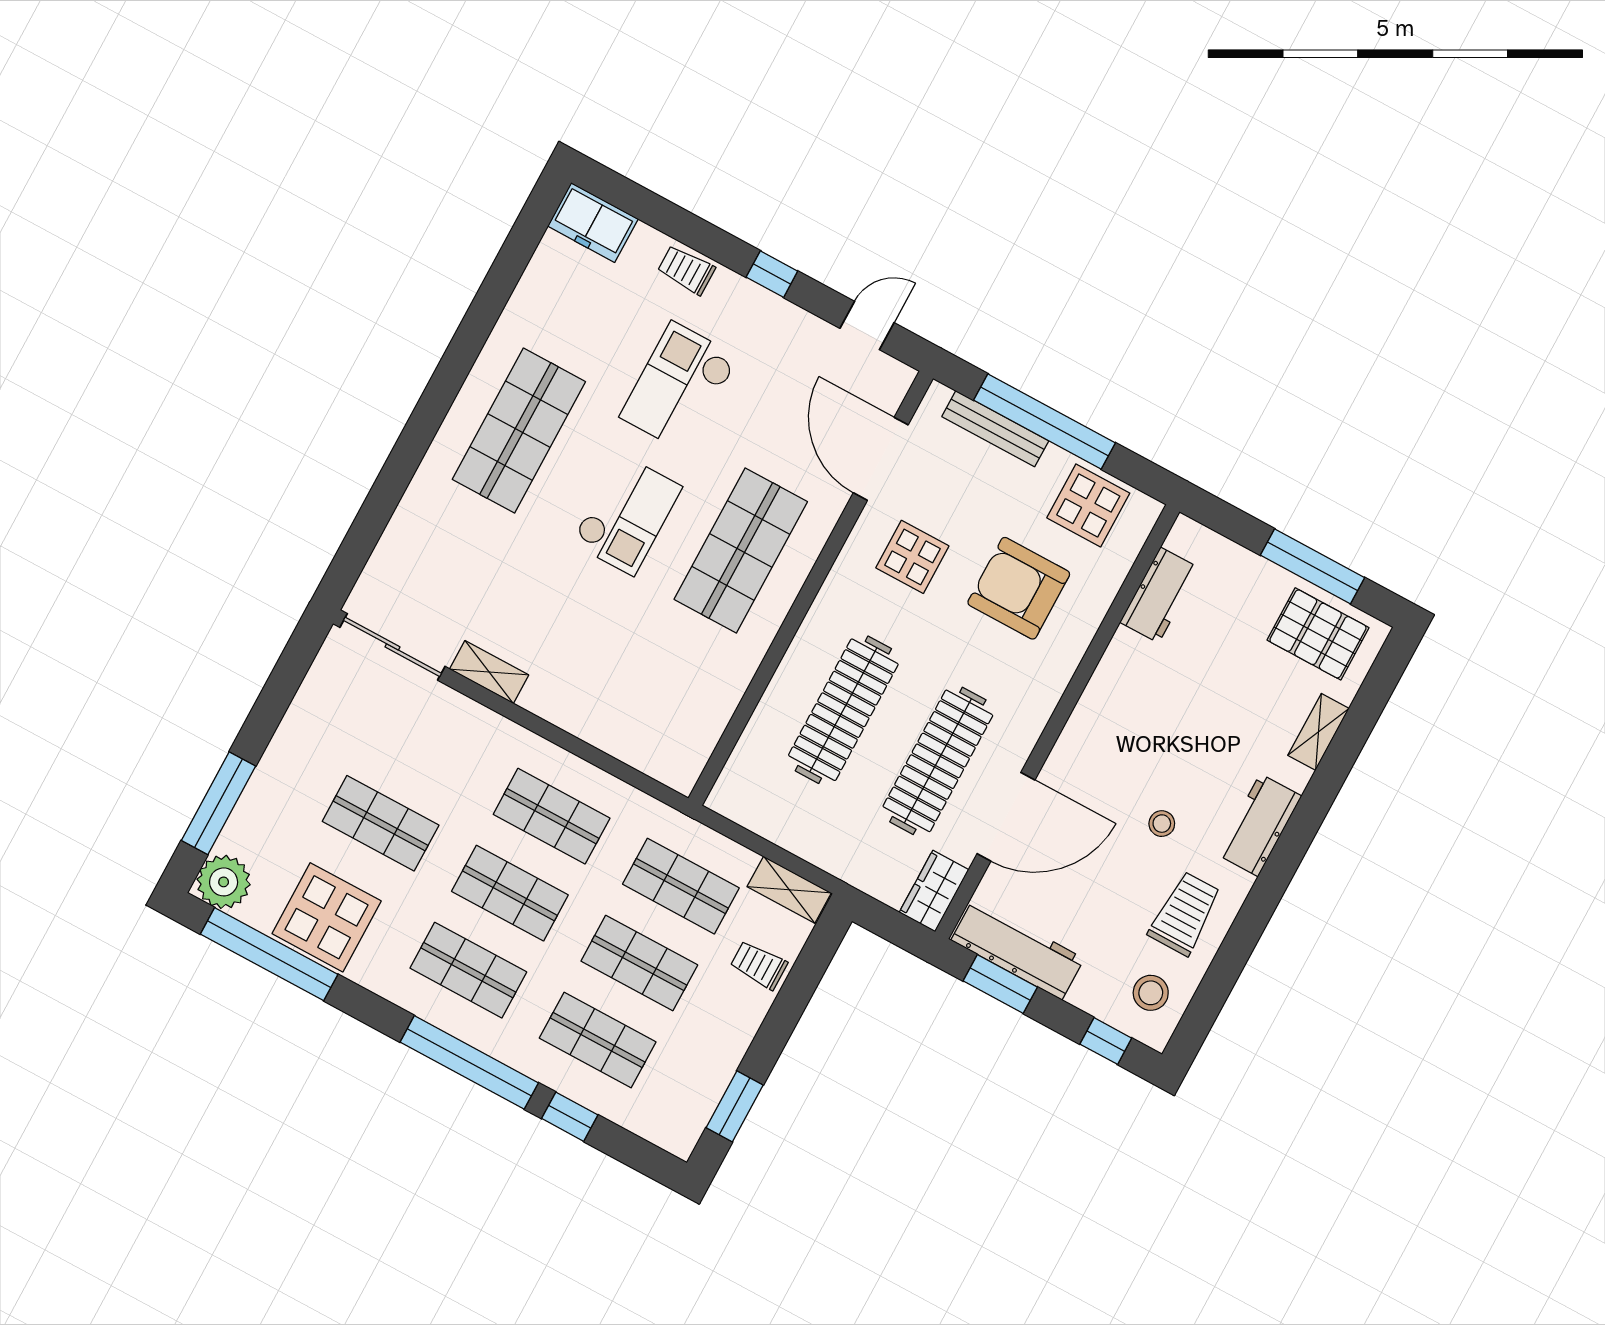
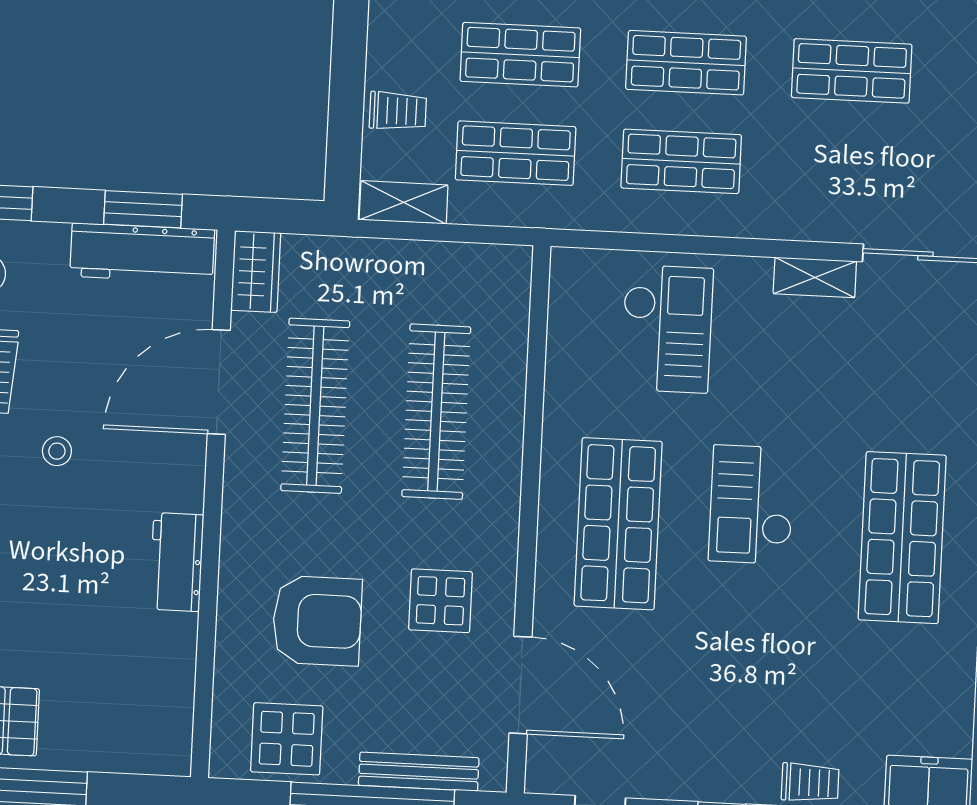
checkout: (679, 387) -> (667, 329), moved
workbench: (1160, 595) -> (176, 562), moved

